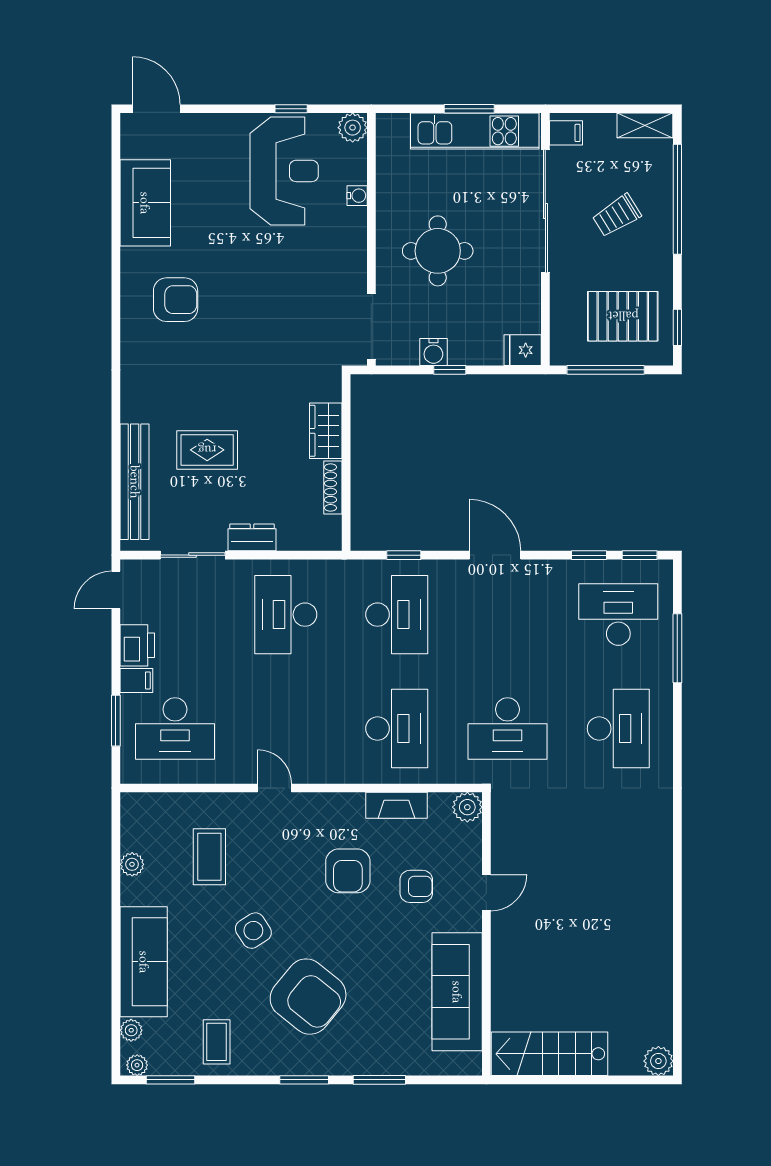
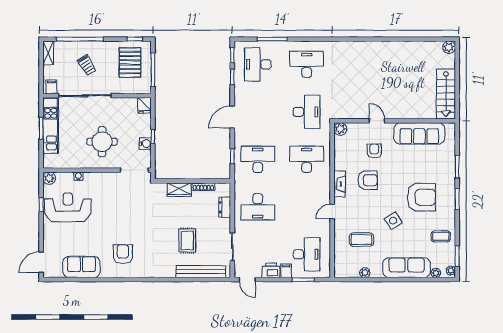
dresser: (252, 537) -> (225, 207), moved
fireplace: (396, 805) -> (339, 184), moved
armchair: (308, 997) -> (421, 197), turned 51

